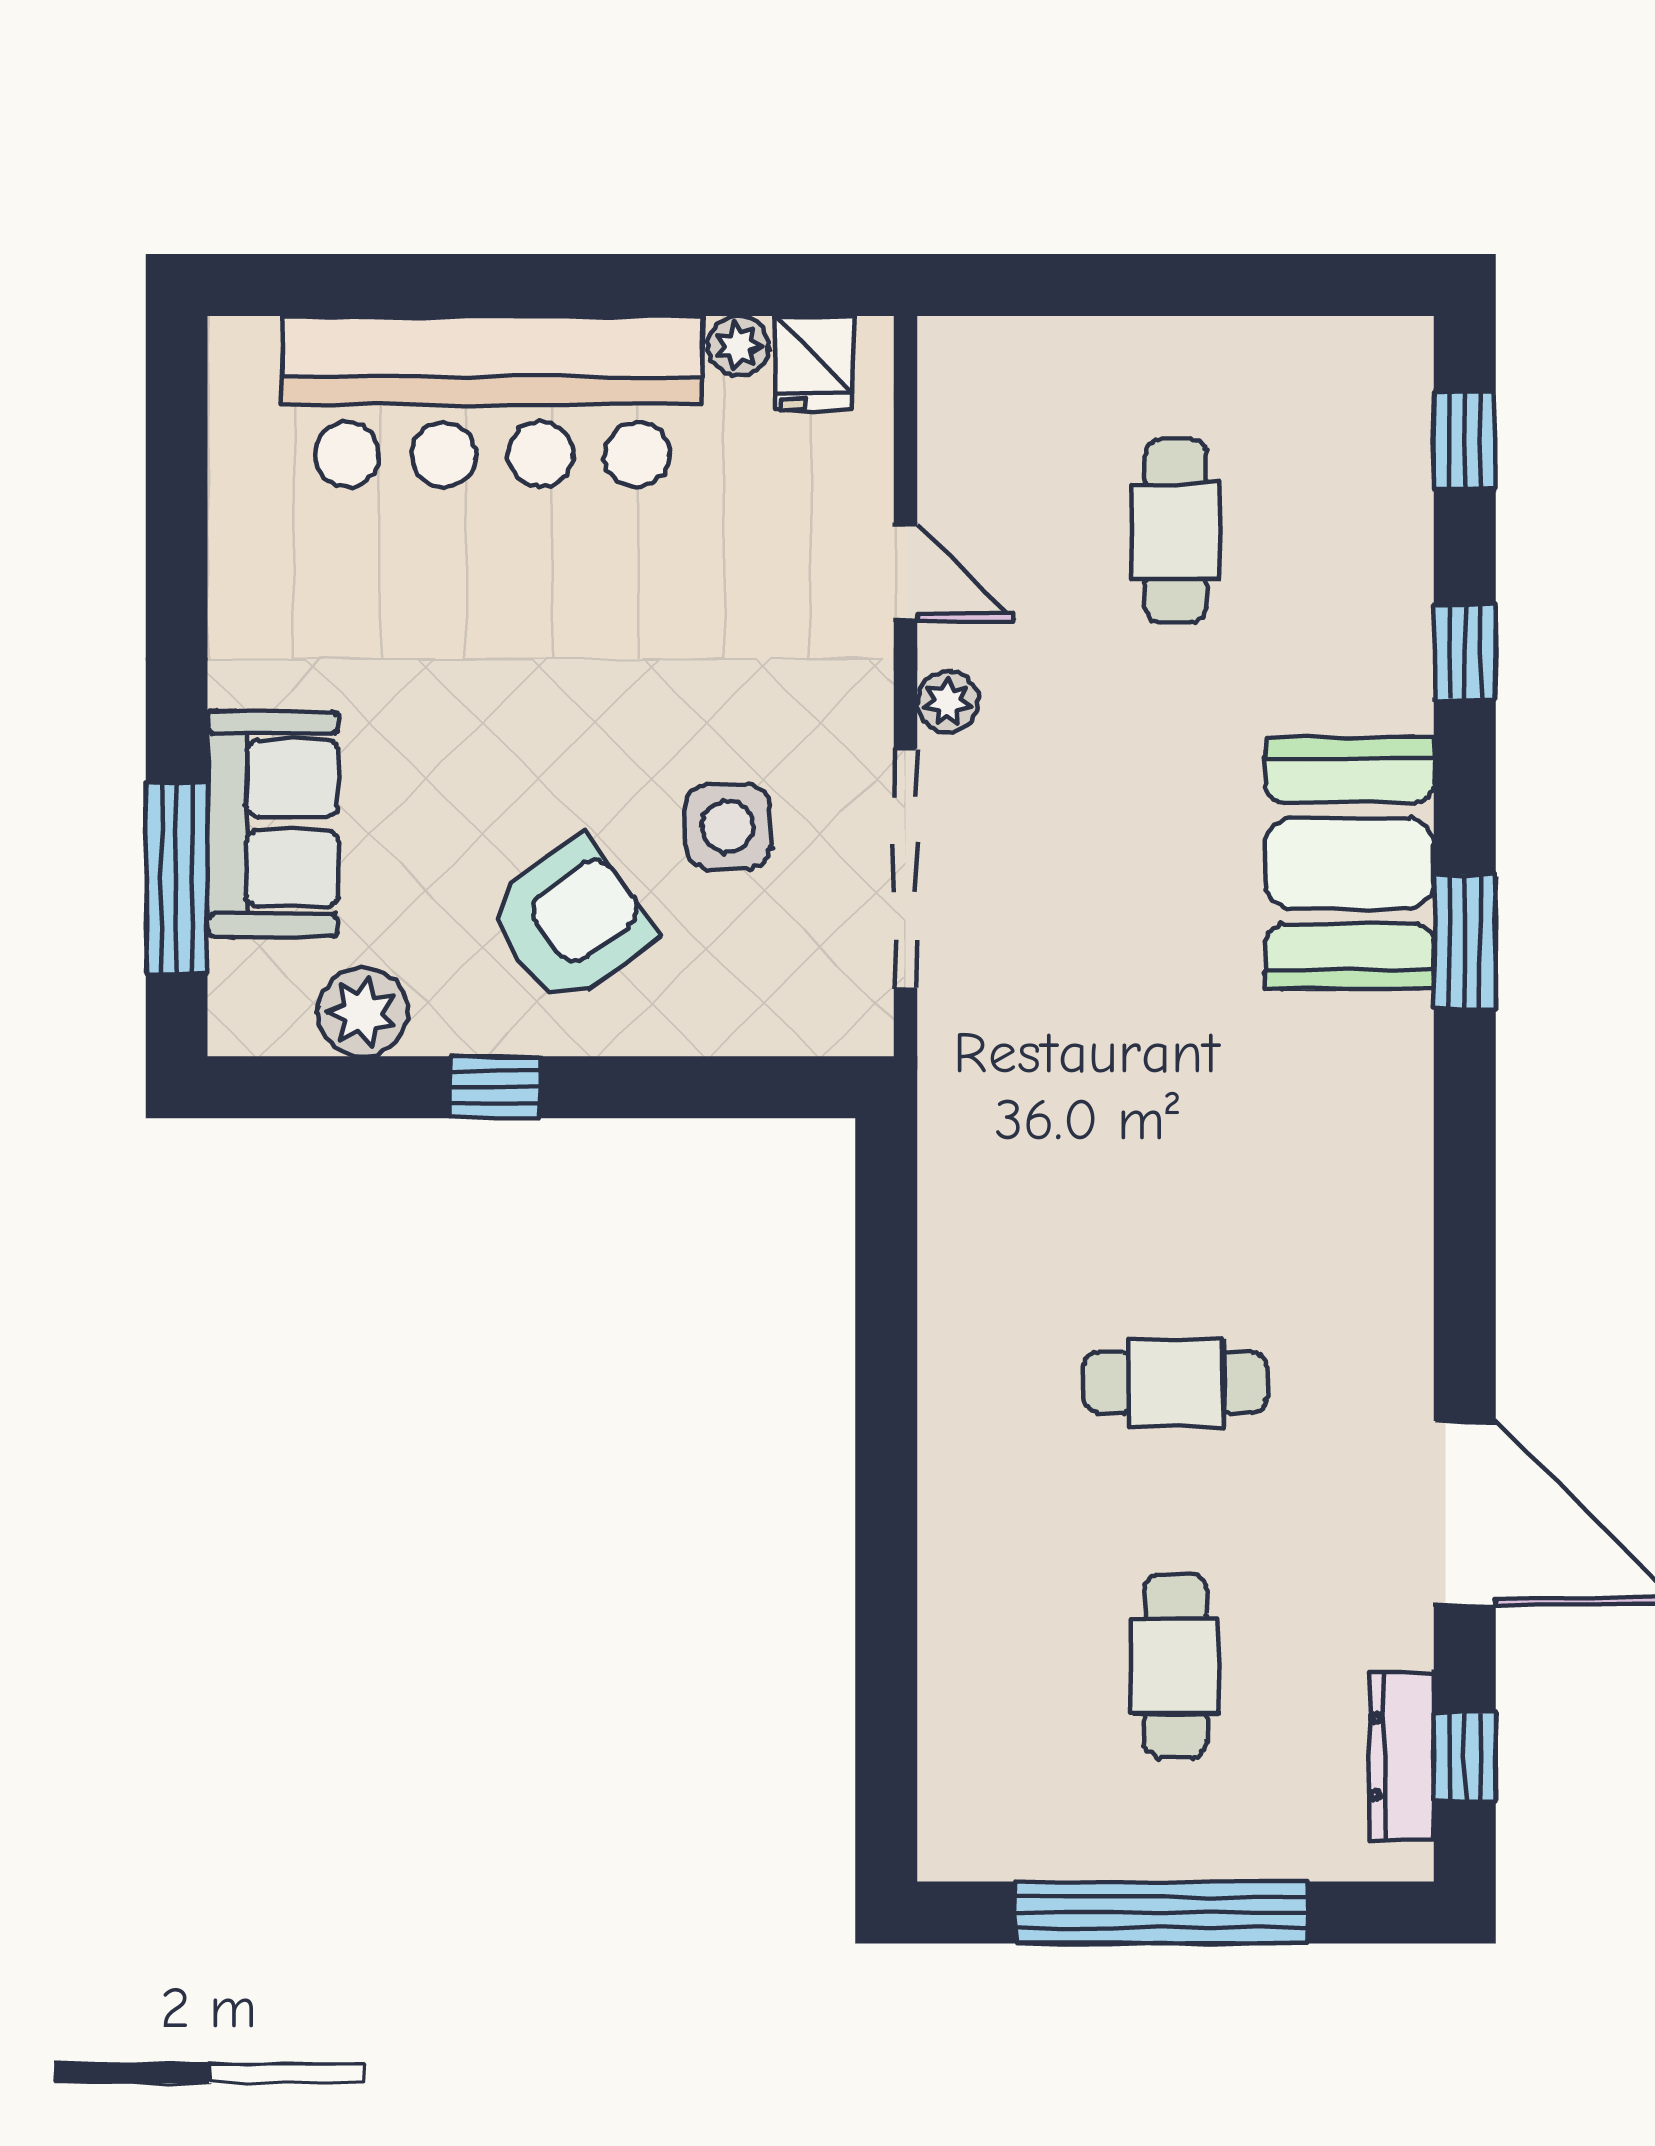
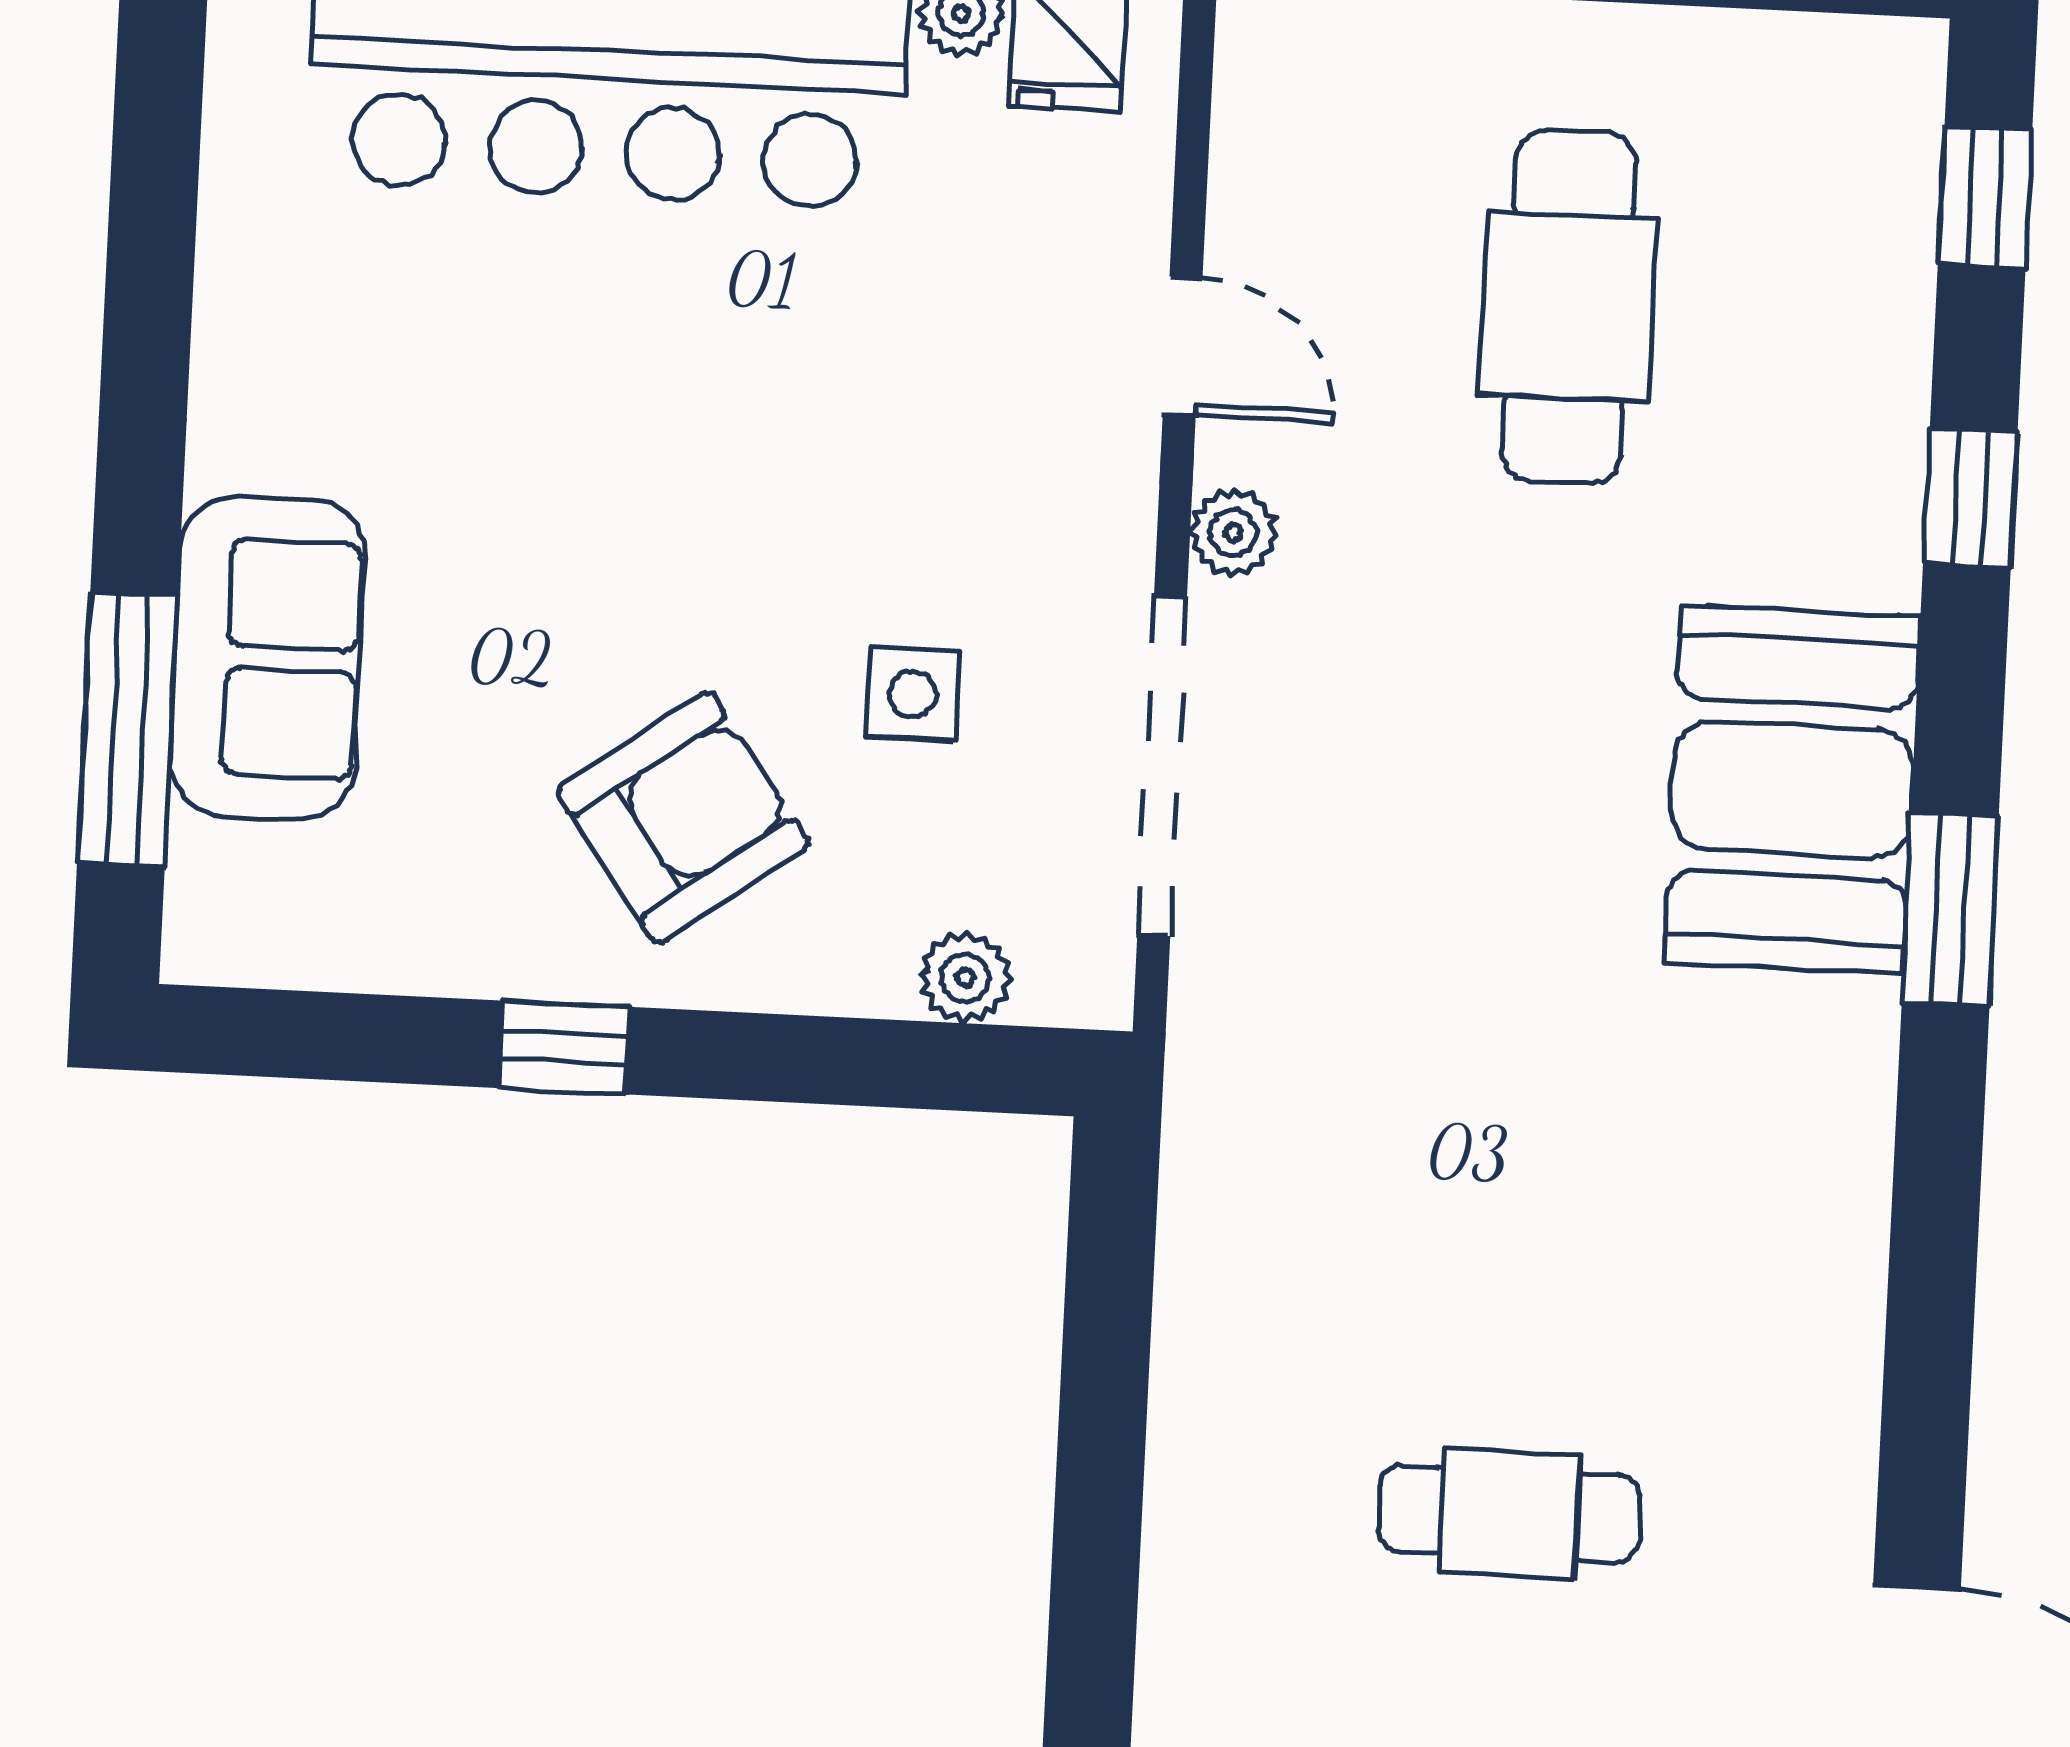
cafe table: (1176, 532) -> (1568, 307), width x1.37, depth x1.35
side table: (727, 827) -> (912, 694), width x0.73, depth x0.73
plant: (363, 1012) -> (965, 978), moved, width x0.73, depth x0.73

